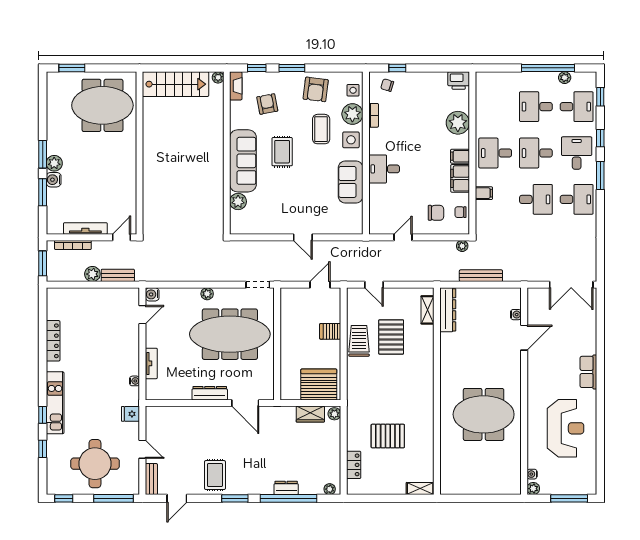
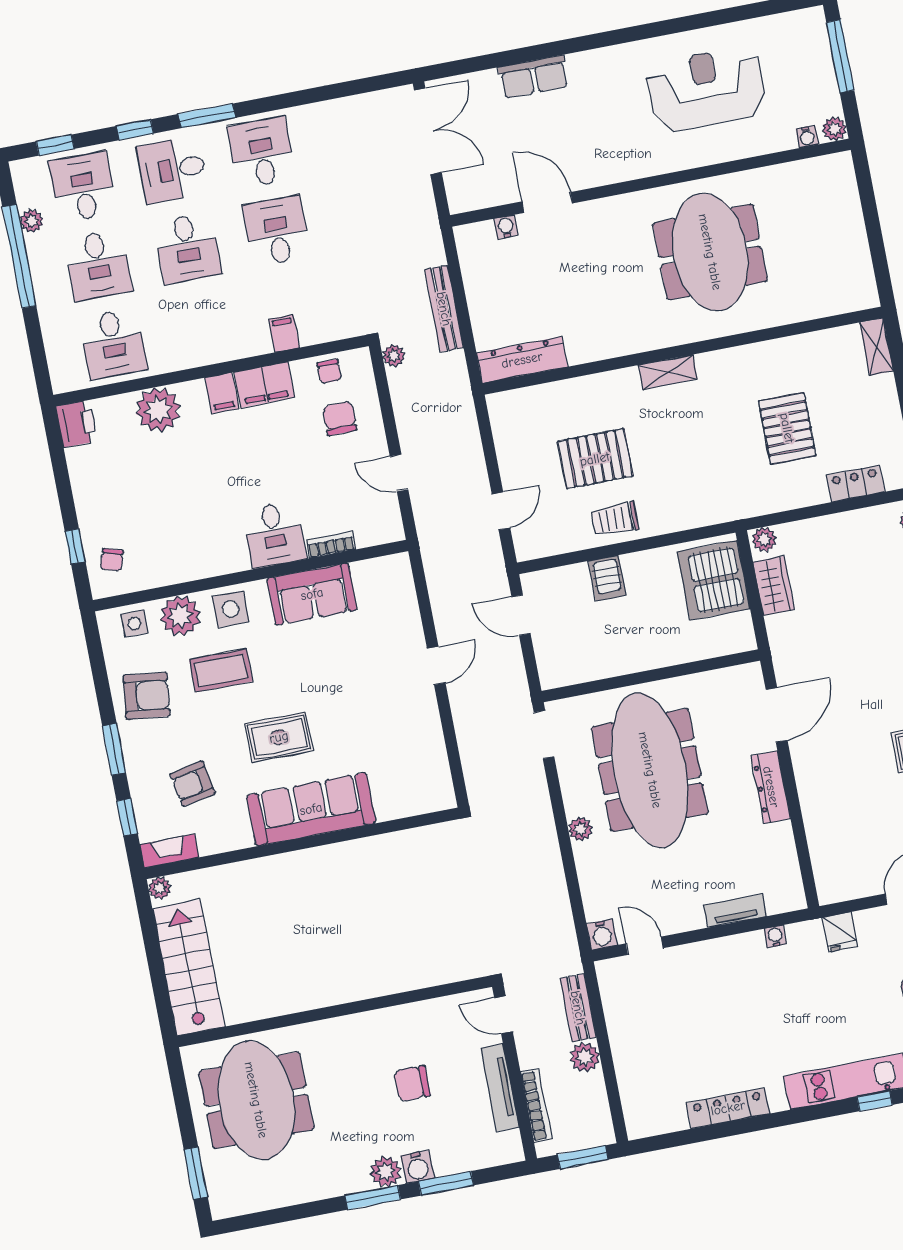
bookcase: (374, 115) -> (331, 545), moved
desk: (495, 153) -> (113, 344), moved
chair: (96, 185) -> (412, 1083), added
plant: (238, 202) -> (391, 804), removed
shelving: (427, 310) -> (668, 372), moved
trolley: (359, 341) -> (615, 519), width x0.73, depth x0.72
row of seats: (588, 372) -> (534, 77), moved

